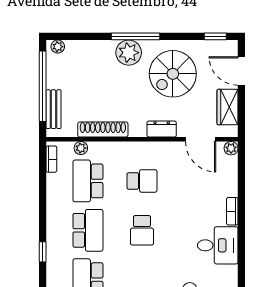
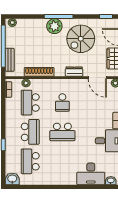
school desk: (142, 181) -> (62, 103), turned 90
school desk: (142, 230) -> (62, 132), width x1.85

